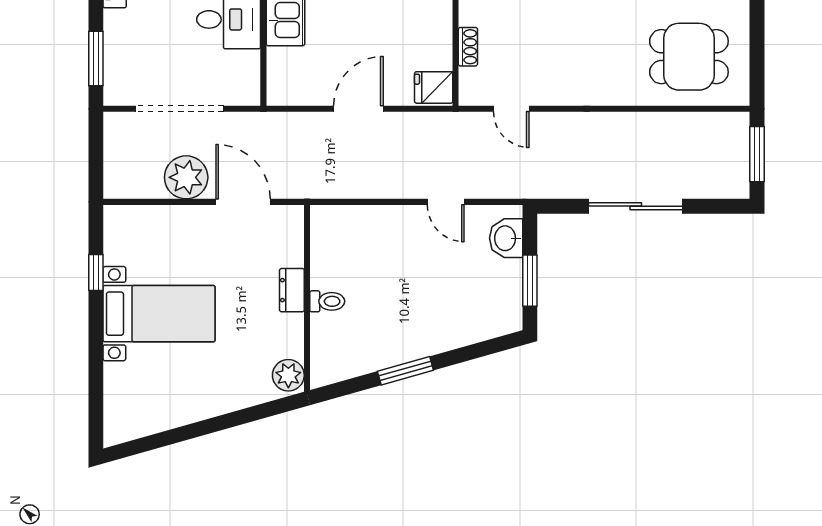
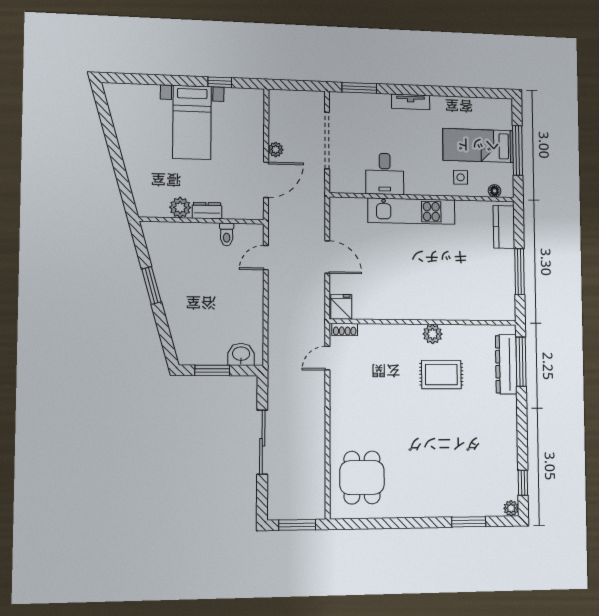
shoe rack: (468, 47) -> (345, 329), moved
plant: (186, 177) -> (276, 150), width x0.53, depth x0.53
door: (446, 202) -> (266, 258), moved
toilet: (327, 301) -> (227, 234), moved
plant: (288, 375) -> (180, 207), moved

